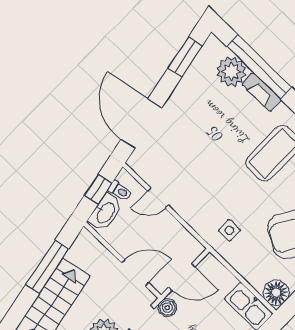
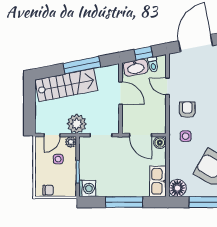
armchair: (203, 201) -> (187, 110), added
door: (135, 273) -> (121, 93), moved
boiler: (167, 308) -> (160, 143), moved

